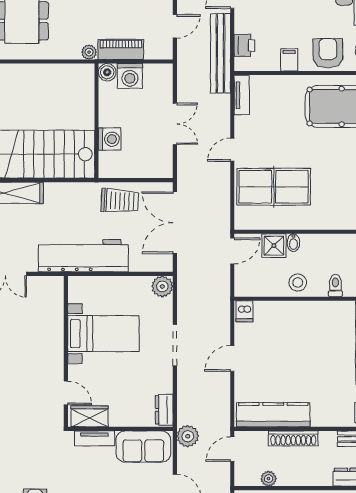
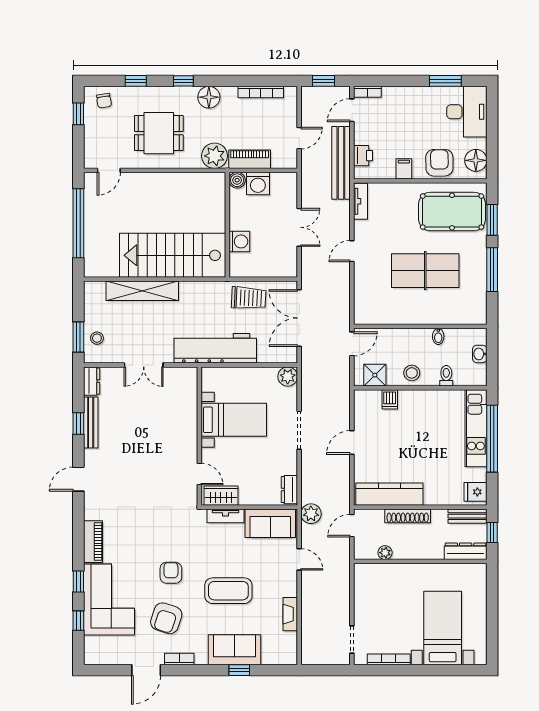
plant: (89, 52) -> (215, 156), width x1.88, depth x1.88
table tennis table: (274, 187) -> (425, 271), moved
bidet: (293, 243) -> (438, 336), moved
shower: (274, 246) -> (375, 375), moved
dishwasher: (244, 311) -> (390, 399), moved

